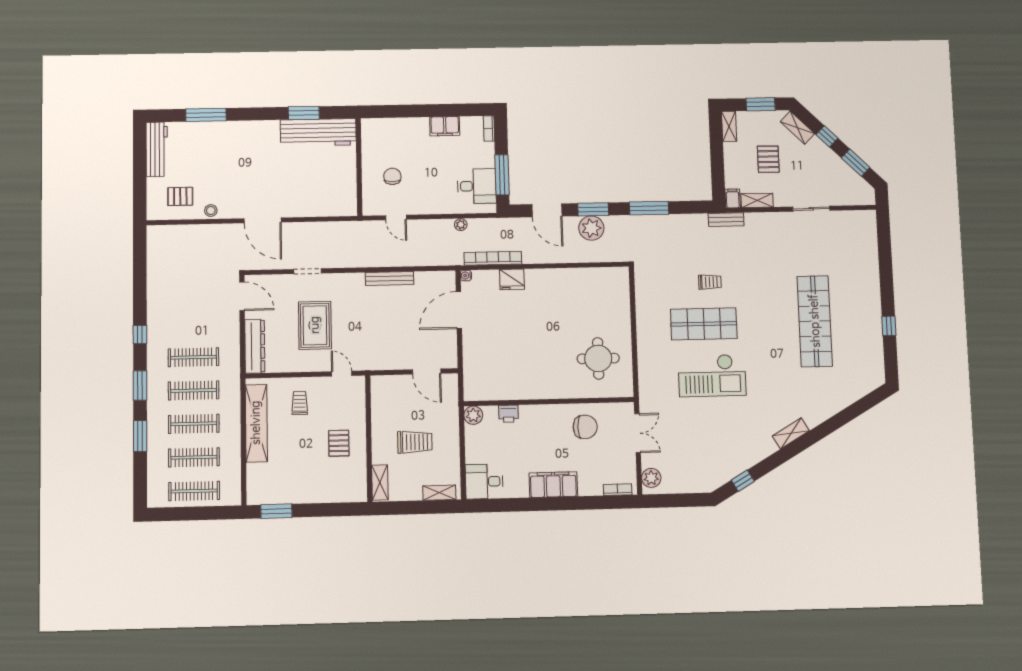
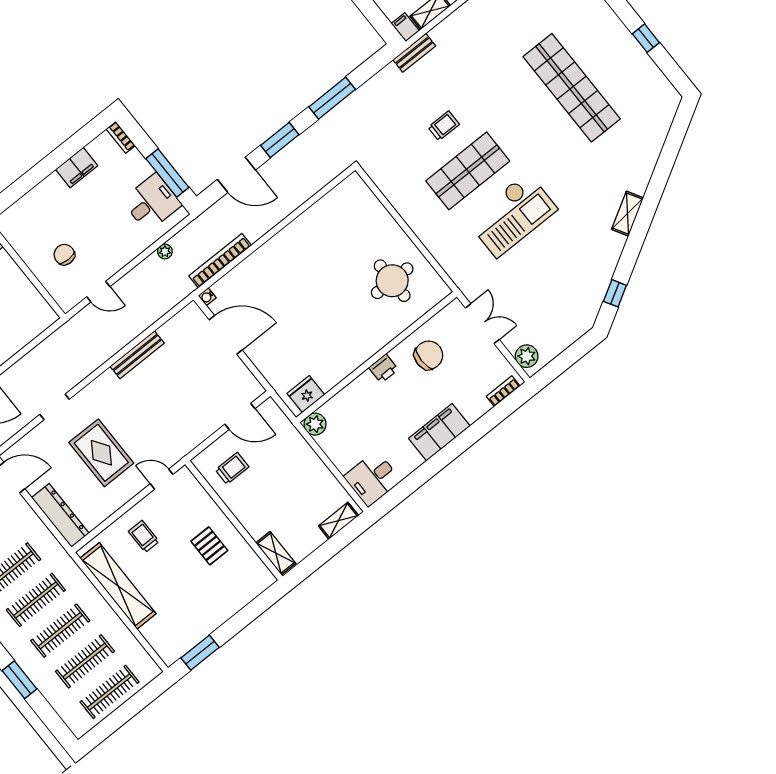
plant: (591, 228) -> (292, 160), removed
fridge: (512, 279) -> (306, 394), moved, turned 180
door: (459, 310) -> (226, 335), swing flipped
printer: (508, 414) -> (383, 368), moved
trolley: (415, 442) -> (232, 468), moved, width x0.73, depth x0.72

